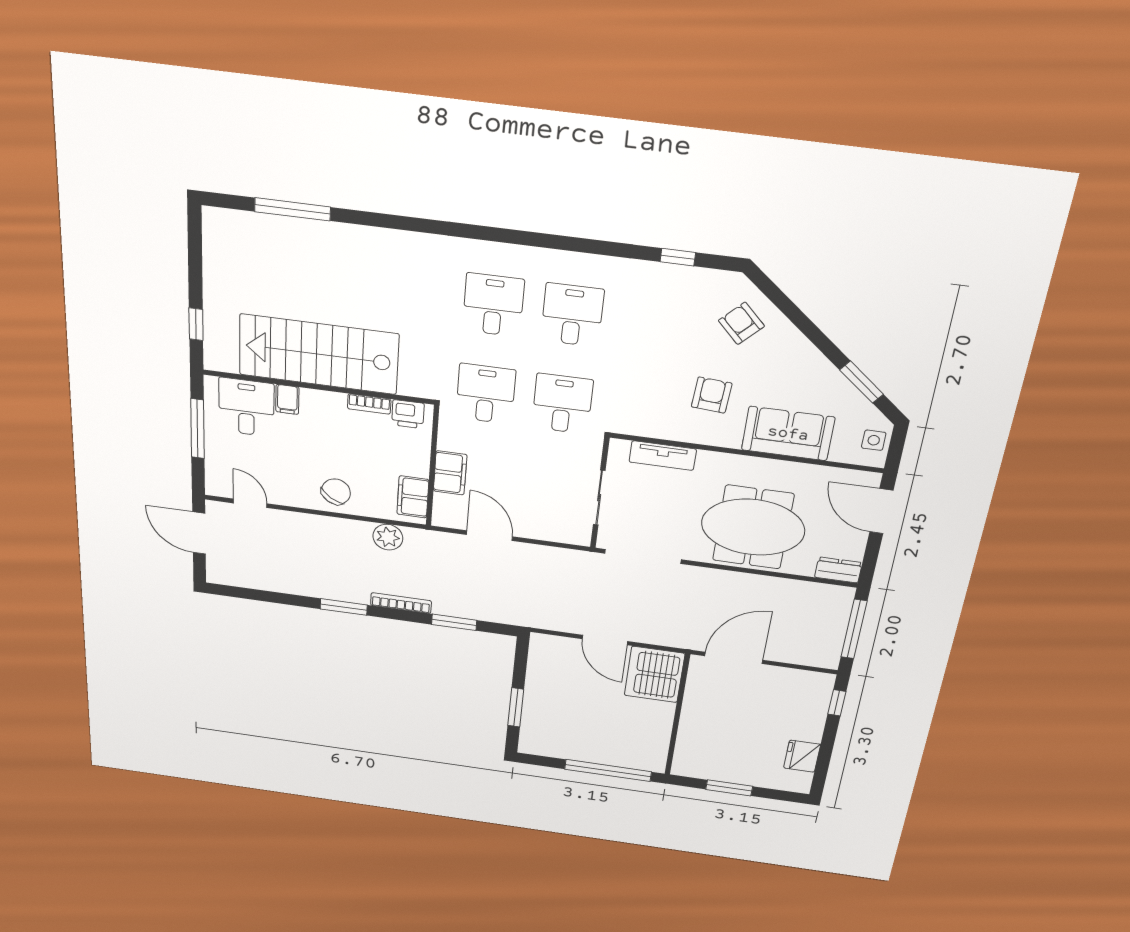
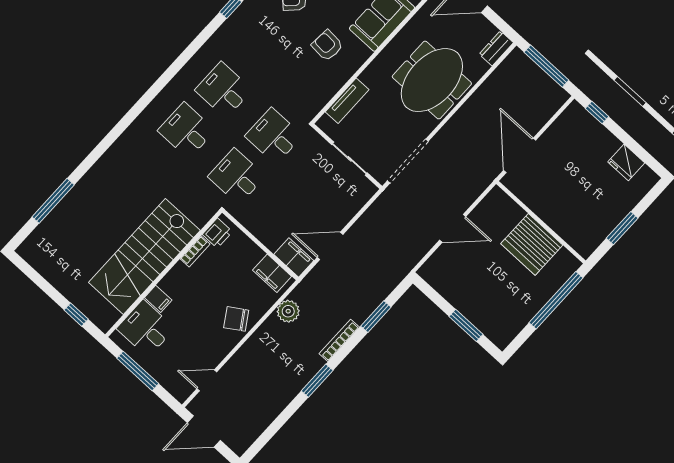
filing cabinet: (450, 473) -> (294, 257), moved
chair: (336, 492) -> (236, 319), turned -66
server rack: (655, 675) -> (532, 244), moved

